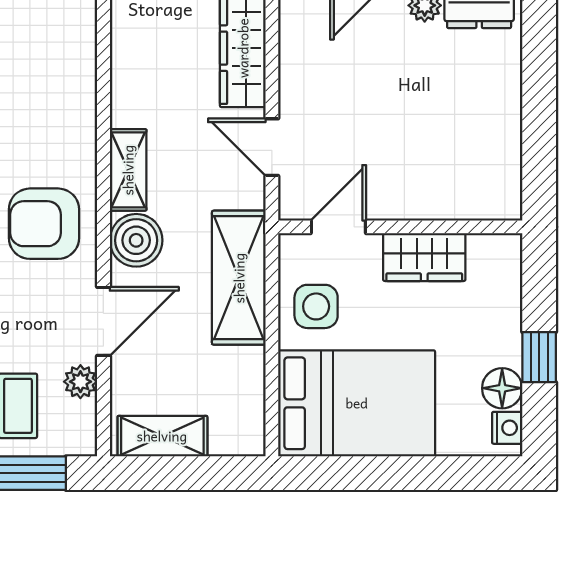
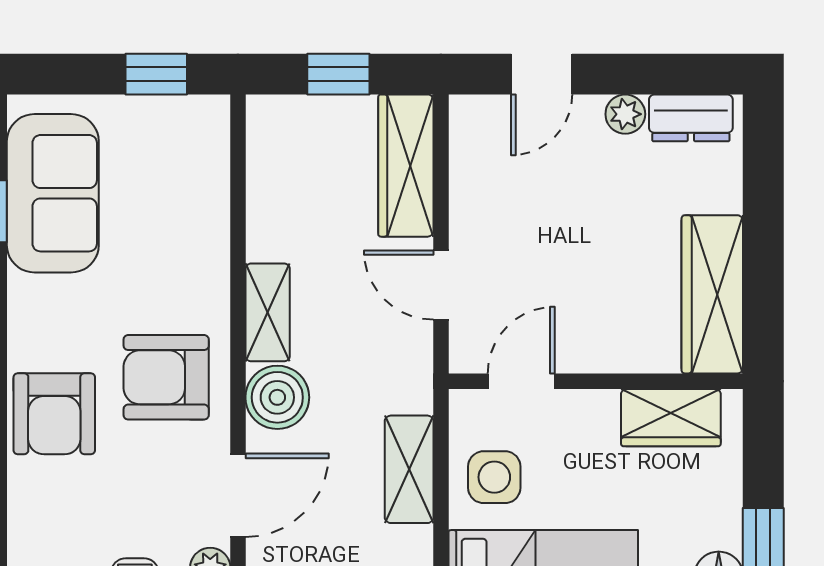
wardrobe: (497, 155) -> (712, 294), added
wardrobe: (424, 257) -> (671, 418), moved
shelving: (239, 278) -> (409, 469), width x0.67, depth x0.75

